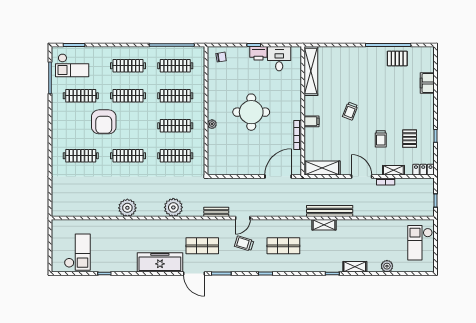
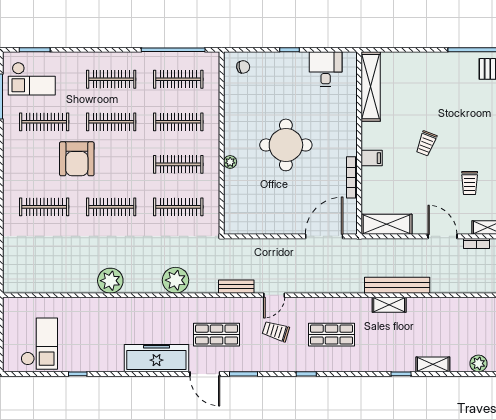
printer: (258, 53) -> (296, 62), removed

